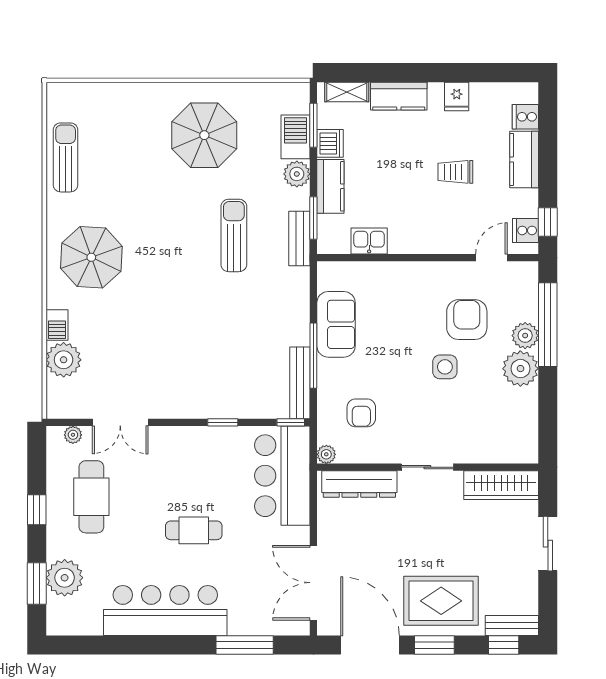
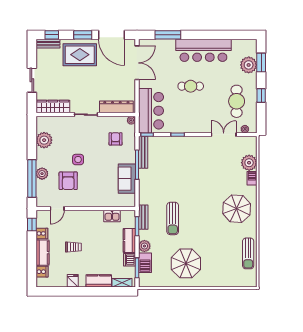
cooker: (526, 230) -> (42, 233), moved
plant: (520, 369) -> (44, 140), moved

